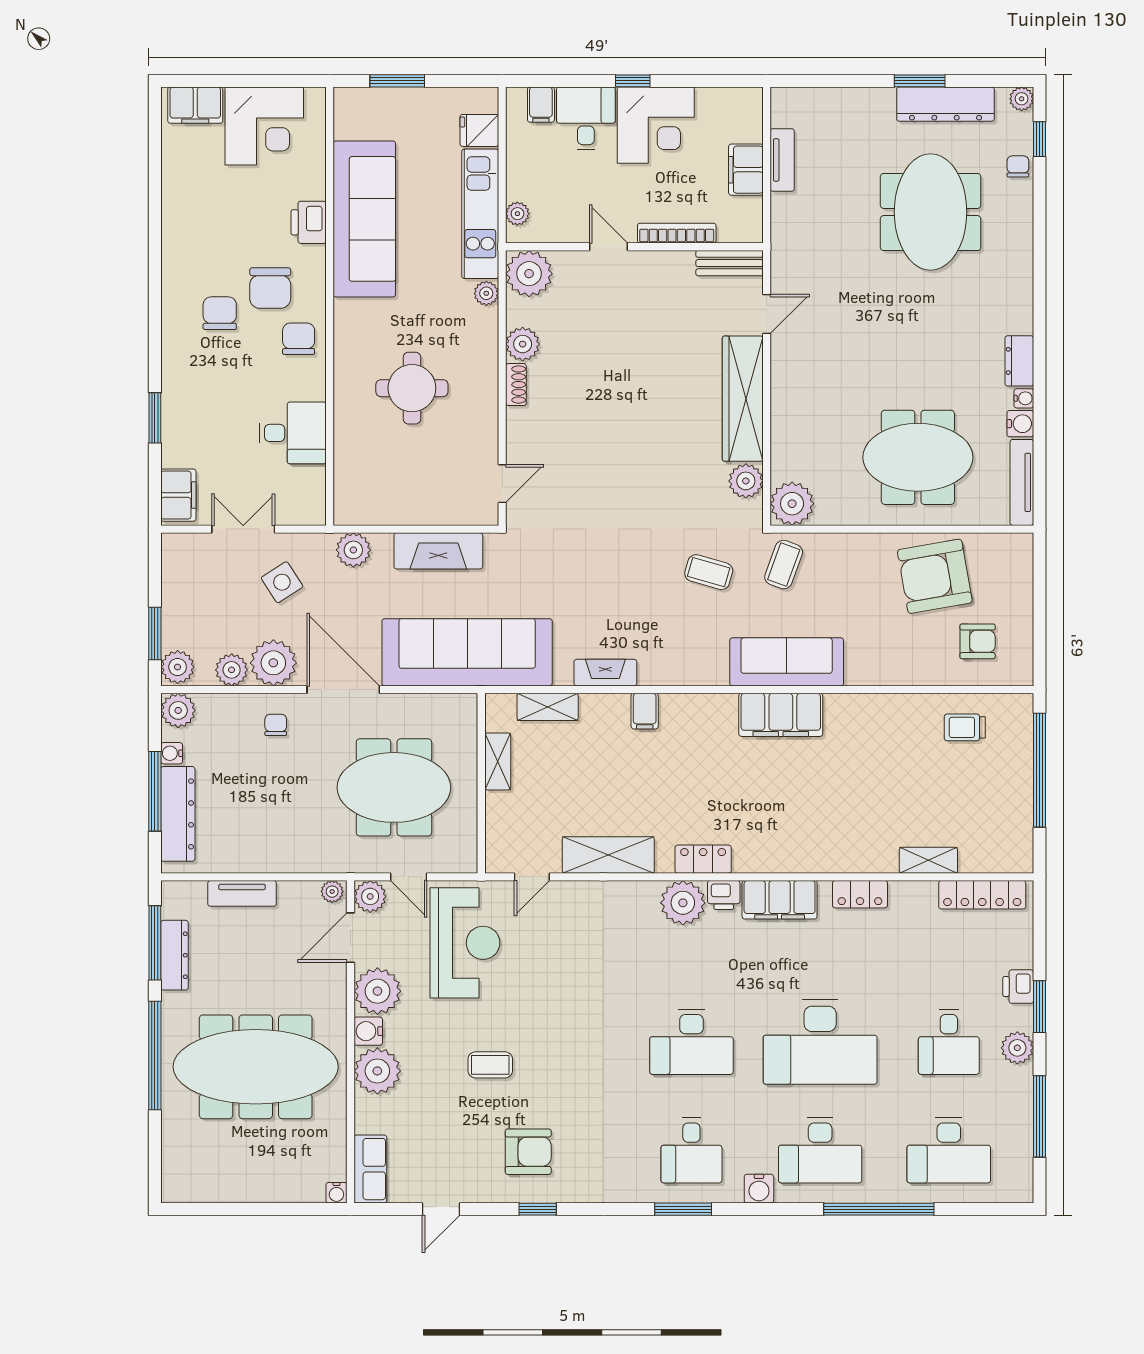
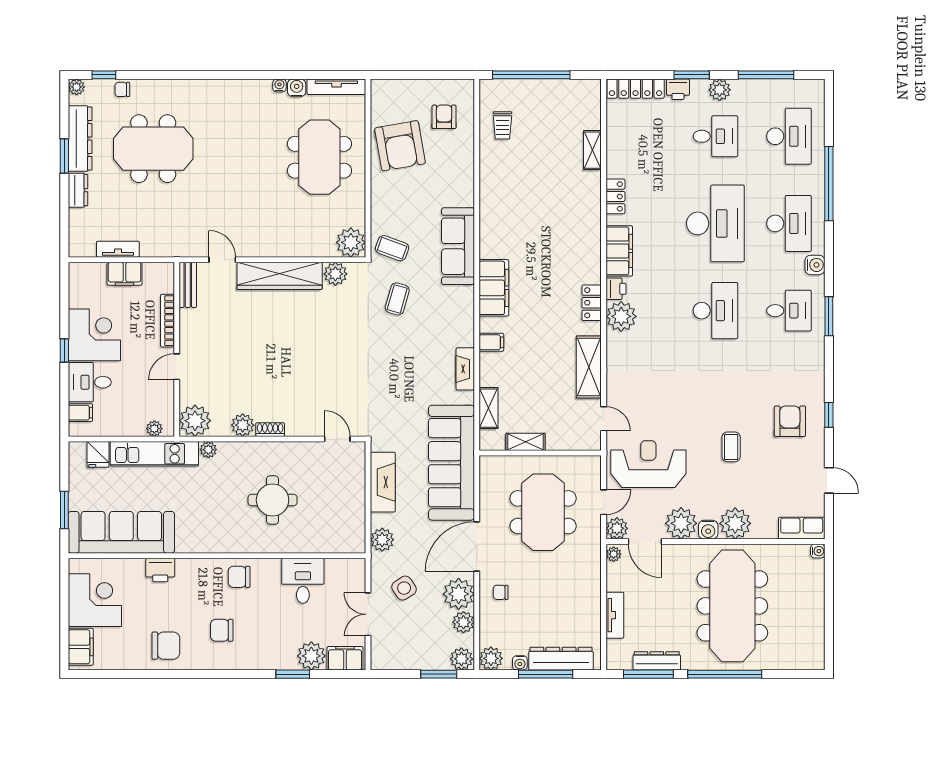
sofa: (364, 219) -> (121, 532), moved
chair: (270, 288) -> (166, 646), moved
dresser: (1019, 361) -> (78, 190), moved, turned -90
plant: (182, 445) -> (311, 656), added
filing cabinet: (781, 715) -> (494, 288), moved
locker: (982, 895) -> (636, 89), moved, turned 90

